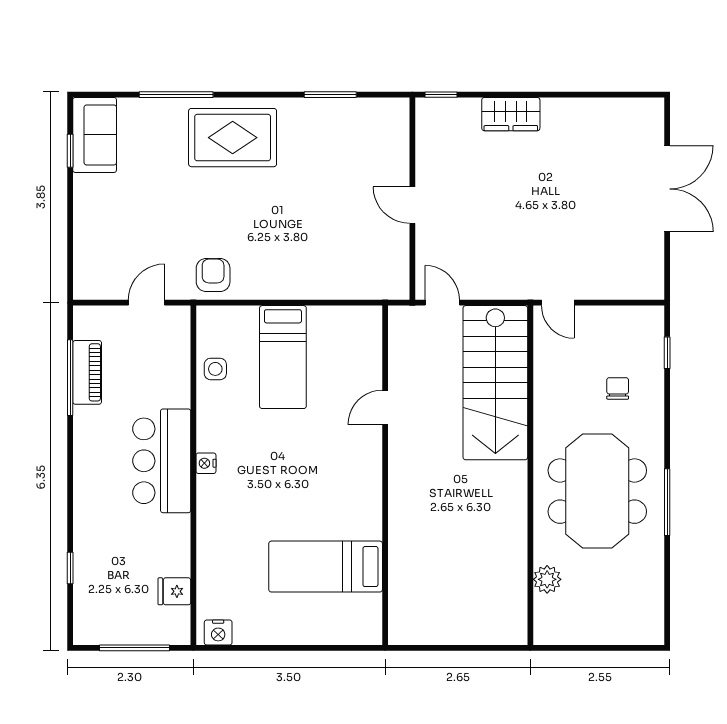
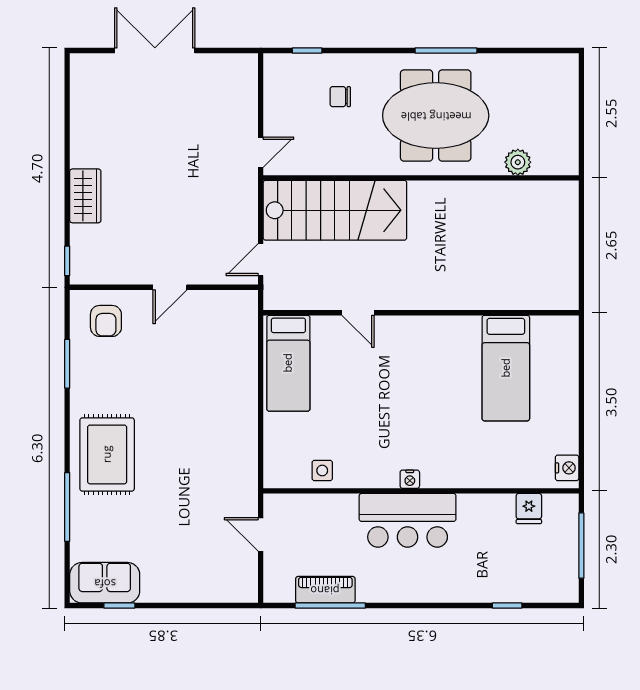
armchair: (213, 275) -> (106, 321), moved, turned -90
bed: (283, 357) -> (288, 363), moved, turned 90

